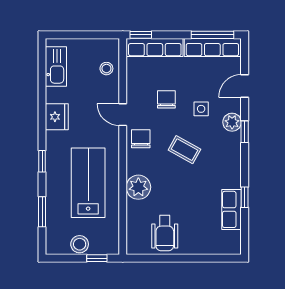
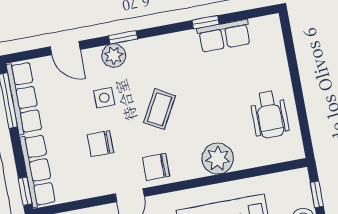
wheelchair: (165, 233) -> (269, 115), turned 90

